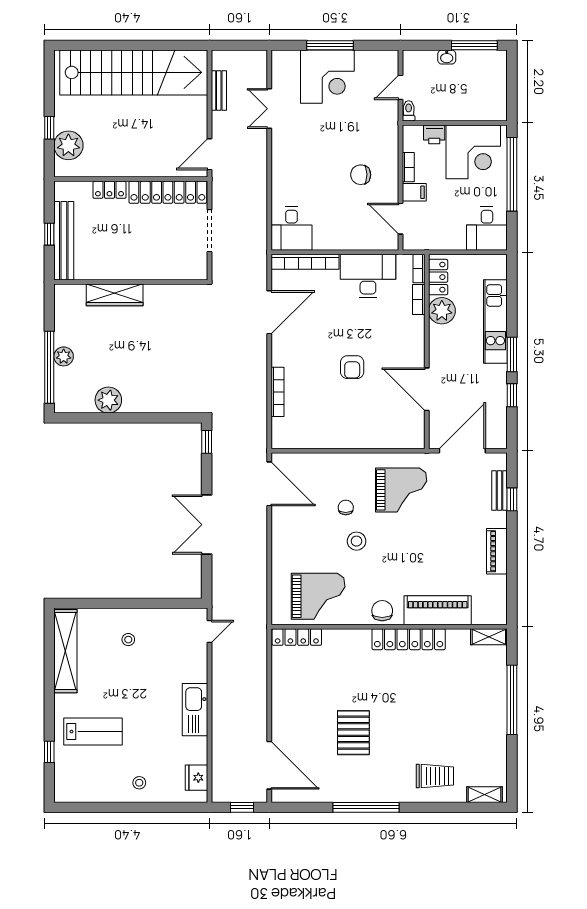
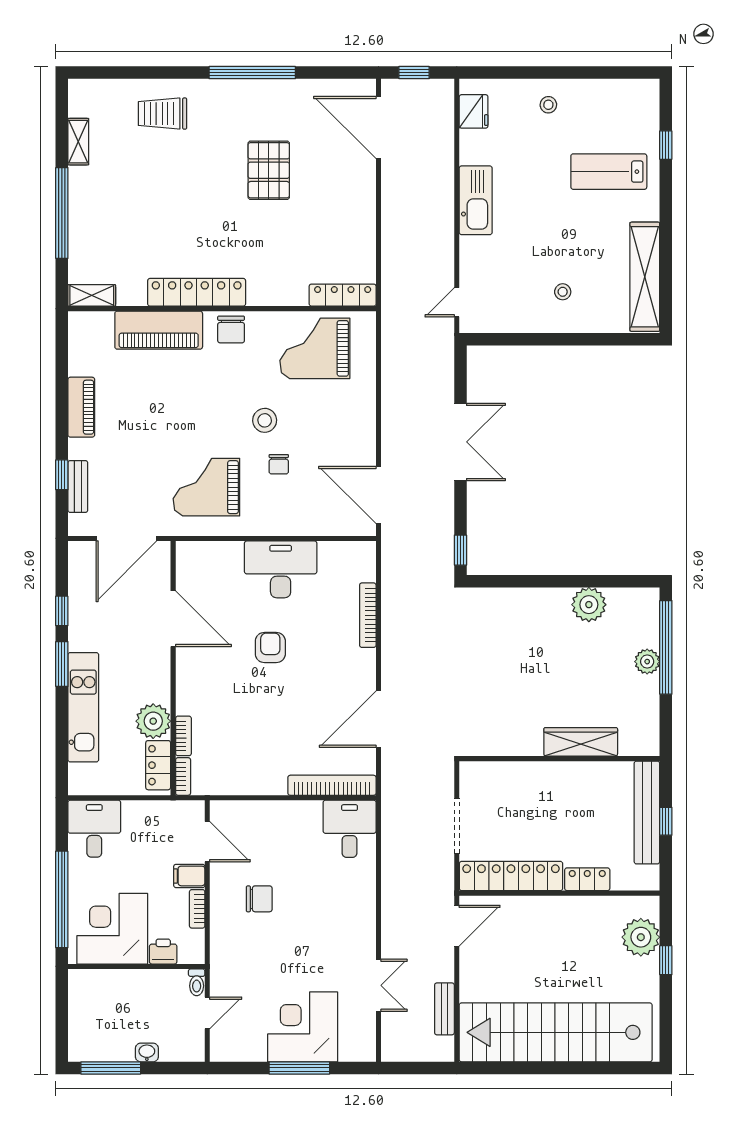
desk: (368, 276) -> (281, 569), moved, turned 180
shelving: (485, 795) -> (78, 142), moved, turned 90

